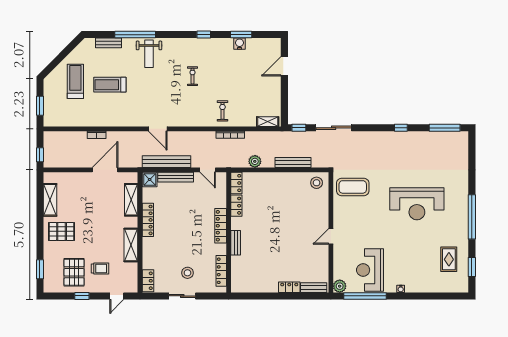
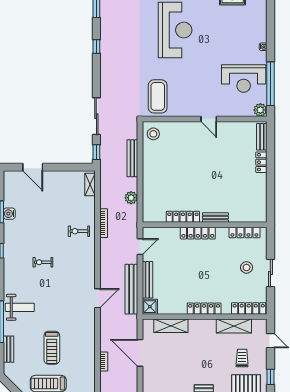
locker: (236, 183) -> (154, 217), removed
locker: (236, 206) -> (183, 217), width x1.53
locker: (148, 220) -> (204, 309), moved
shelving: (131, 245) -> (234, 326), moved
locker: (148, 281) -> (249, 308), width x1.53

